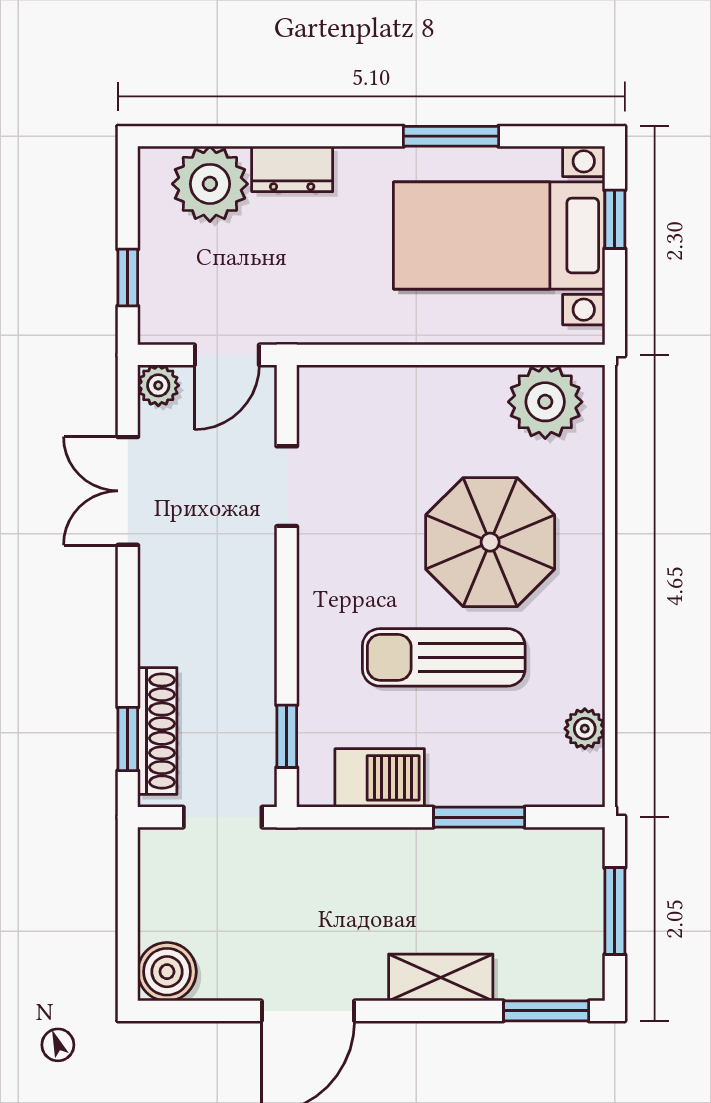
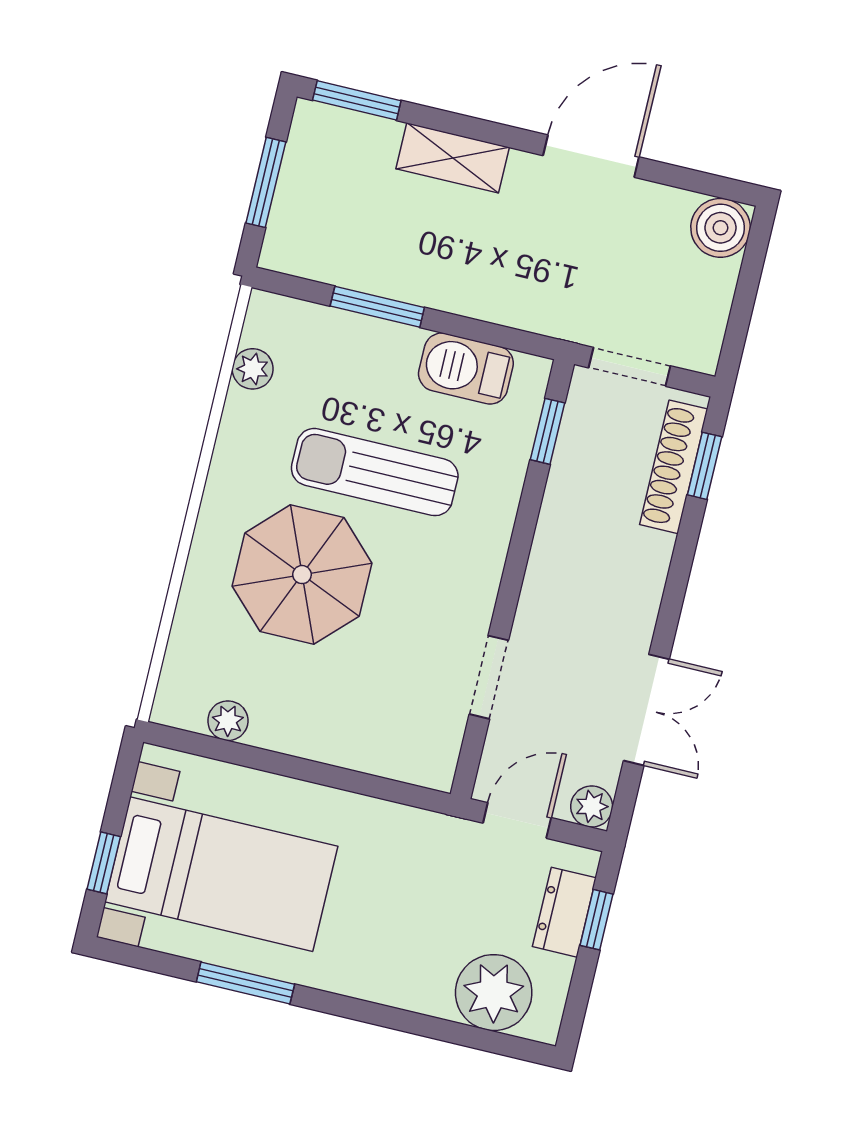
dresser: (292, 169) -> (564, 912), moved, turned -90
plant: (545, 402) -> (228, 721), width x0.53, depth x0.53
sun lounger: (444, 657) -> (375, 472), turned 180

